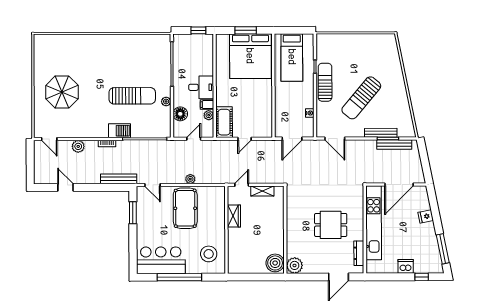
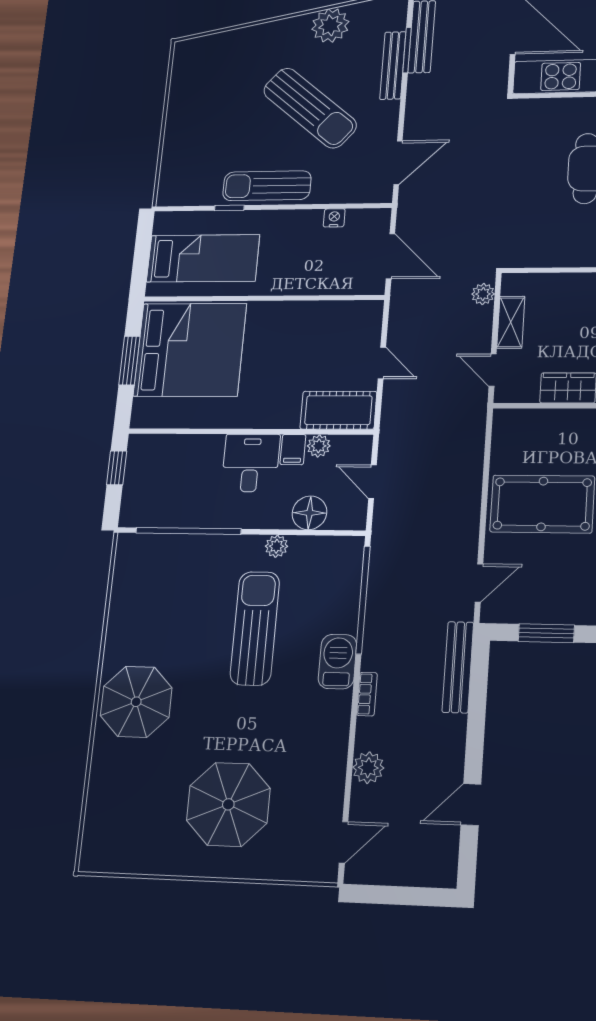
parasol: (101, 50) -> (136, 702), added
plant: (401, 103) -> (330, 25), added
plant: (190, 179) -> (483, 294), moved

